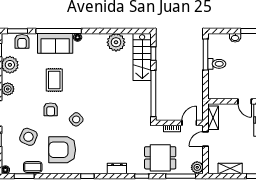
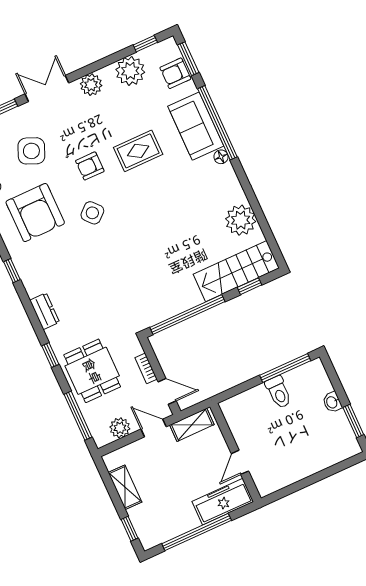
armchair: (62, 150) -> (35, 213), turned 180
plant: (197, 167) -> (120, 428), moved

